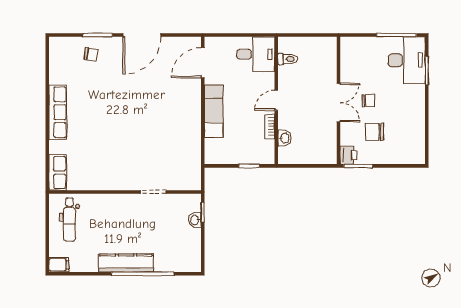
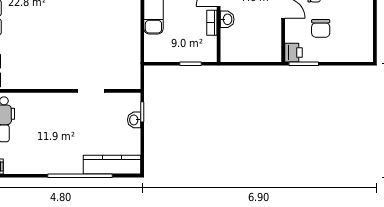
chair: (375, 132) -> (321, 28), turned -90
washbasin: (284, 138) -> (227, 19), moved
kitchen counter: (126, 263) -> (112, 165), moved

